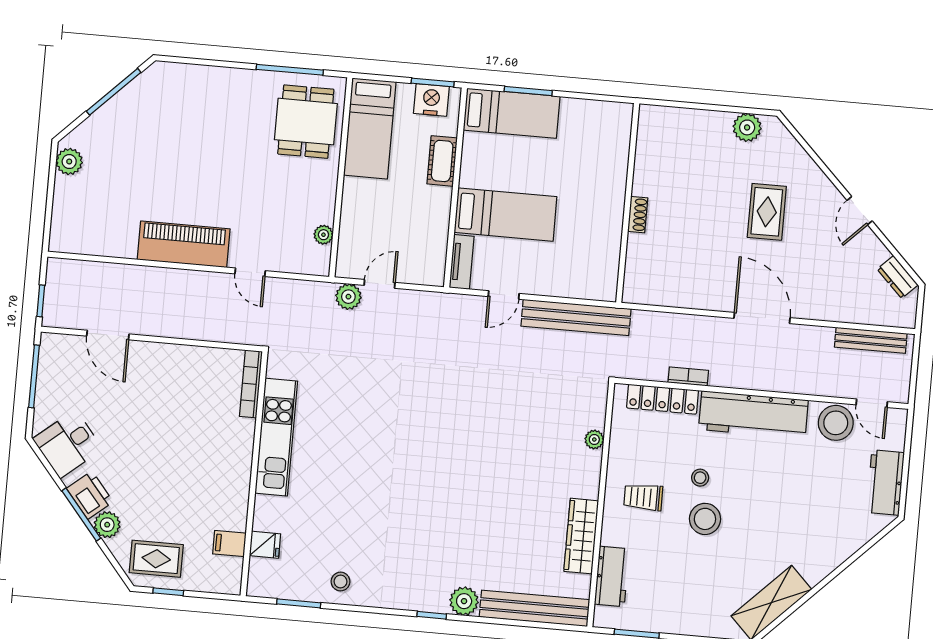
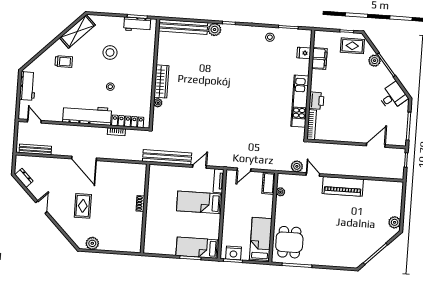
cot: (442, 161) -> (269, 183), moved
door: (380, 284) -> (244, 170), moved
plant: (348, 297) -> (297, 166), moved
door: (108, 335) -> (376, 145), hinge flipped
stool: (836, 423) -> (50, 112), removed
printer: (90, 495) -> (316, 101), moved, turned -140
trolley: (643, 497) -> (64, 61), moved
stool: (705, 519) -> (110, 52), moved
wardrobe: (581, 536) -> (161, 81), moved
filing cabinet: (229, 543) -> (319, 59), width x2.00
workbench: (612, 576) -> (137, 24), moved, turned -90

